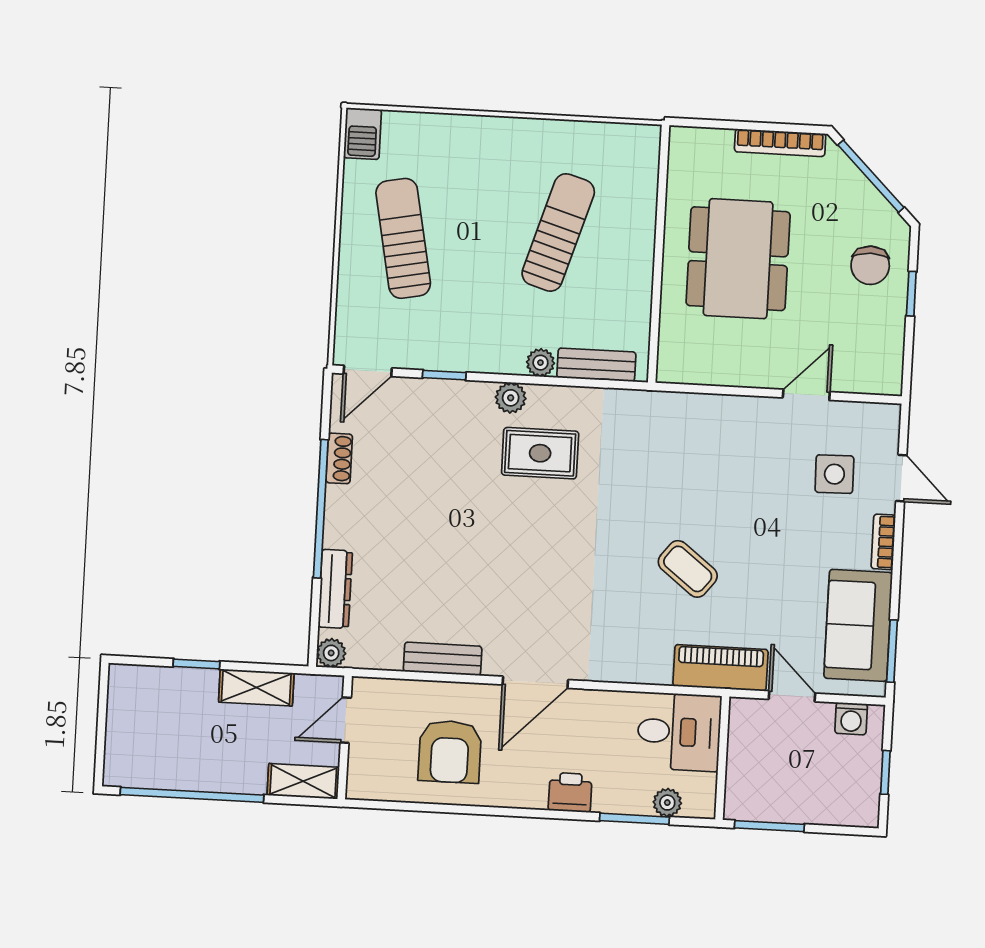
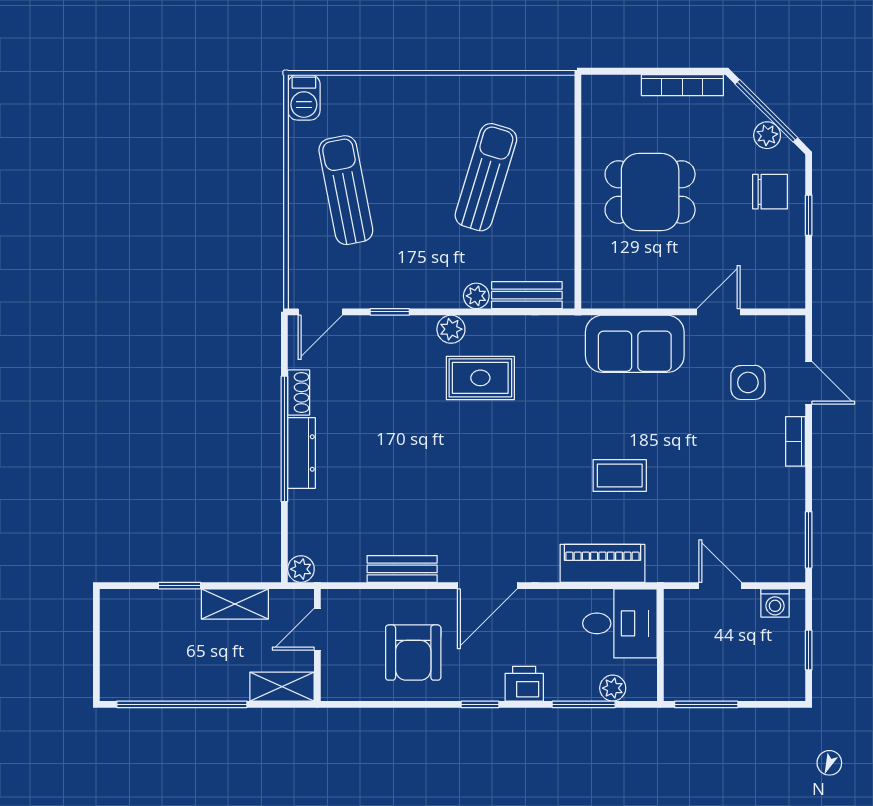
plant: (870, 203) -> (767, 135), added
dining table: (738, 259) -> (650, 192), width x0.73
chair: (870, 265) -> (770, 192), turned -90
coffee table: (688, 569) -> (620, 475), turned -38
dresser: (335, 589) -> (302, 453), moved
sofa: (858, 625) -> (635, 344), moved, turned -90
piano: (720, 668) -> (602, 563), moved
window: (520, 813) -> (480, 704), added

